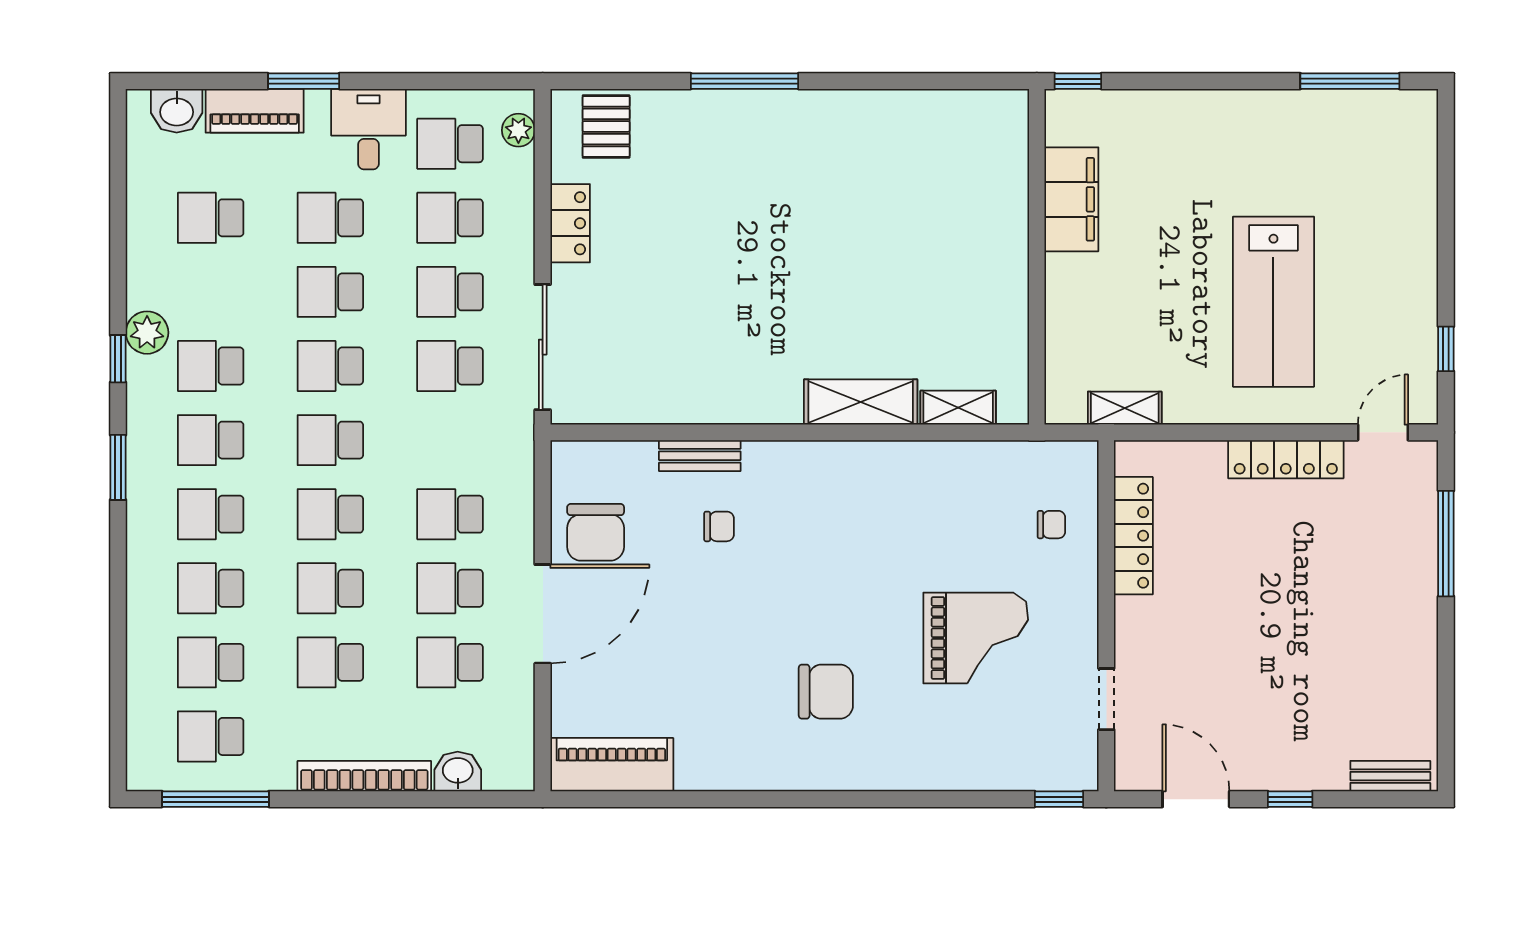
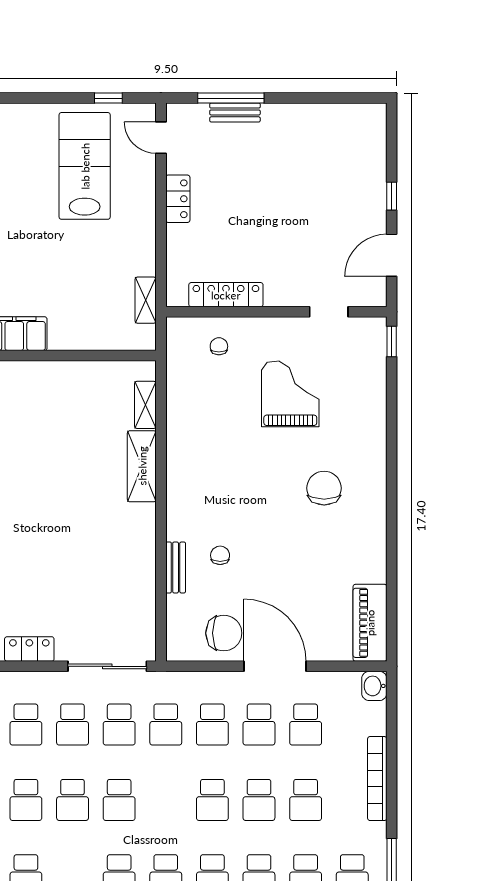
lab bench: (1273, 302) -> (85, 166), moved, turned -90
school desk: (330, 440) -> (166, 725), moved
locker: (1286, 459) -> (178, 199), width x0.66
washbasin: (458, 772) -> (374, 686), moved
bench: (1390, 776) -> (235, 112), moved, turned 90

